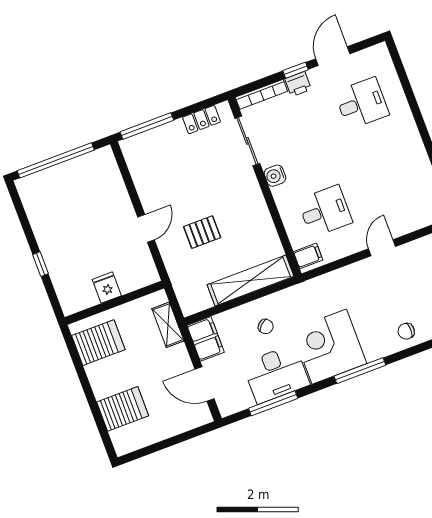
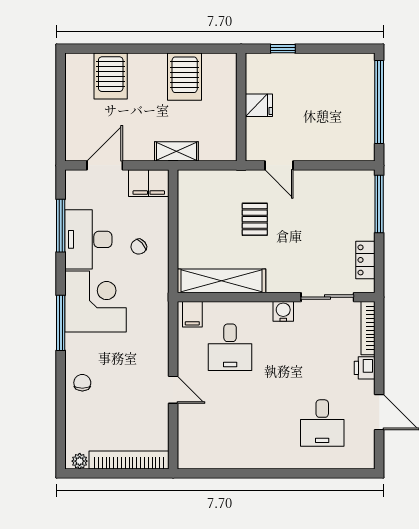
window: (296, 70) -> (379, 370), removed
shelving: (251, 280) -> (221, 281), moved, turned 90
fridge: (107, 288) -> (259, 105), moved
wall: (114, 303) -> (241, 107), moved

